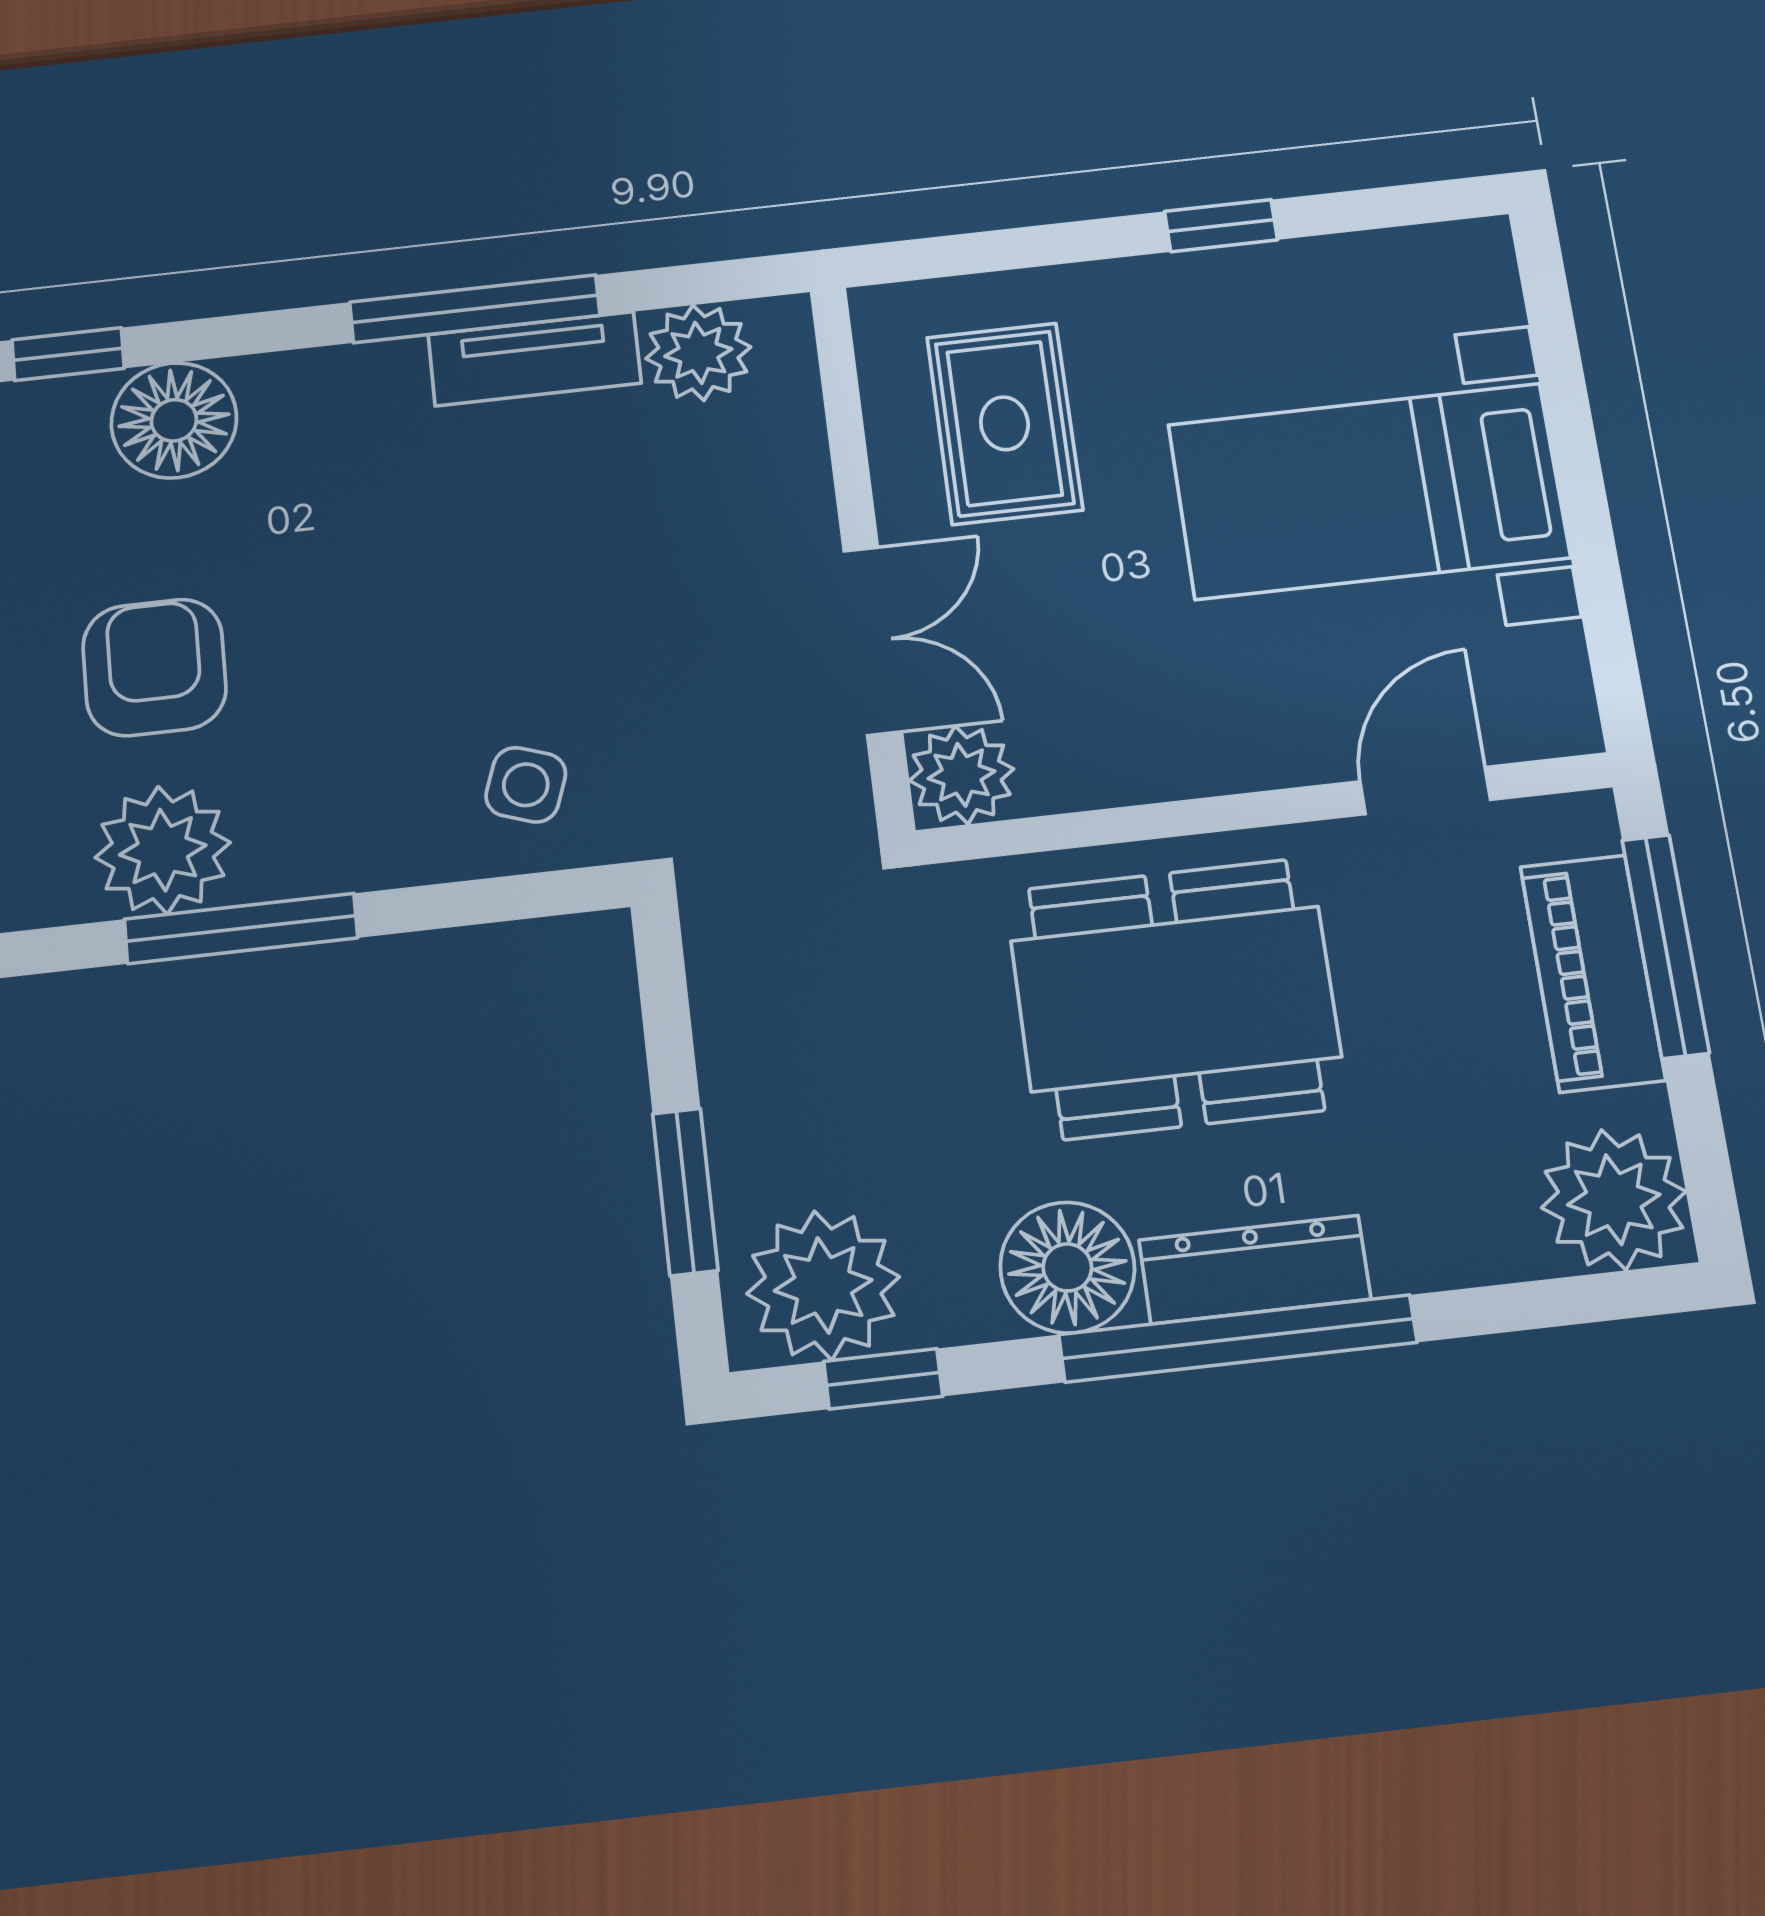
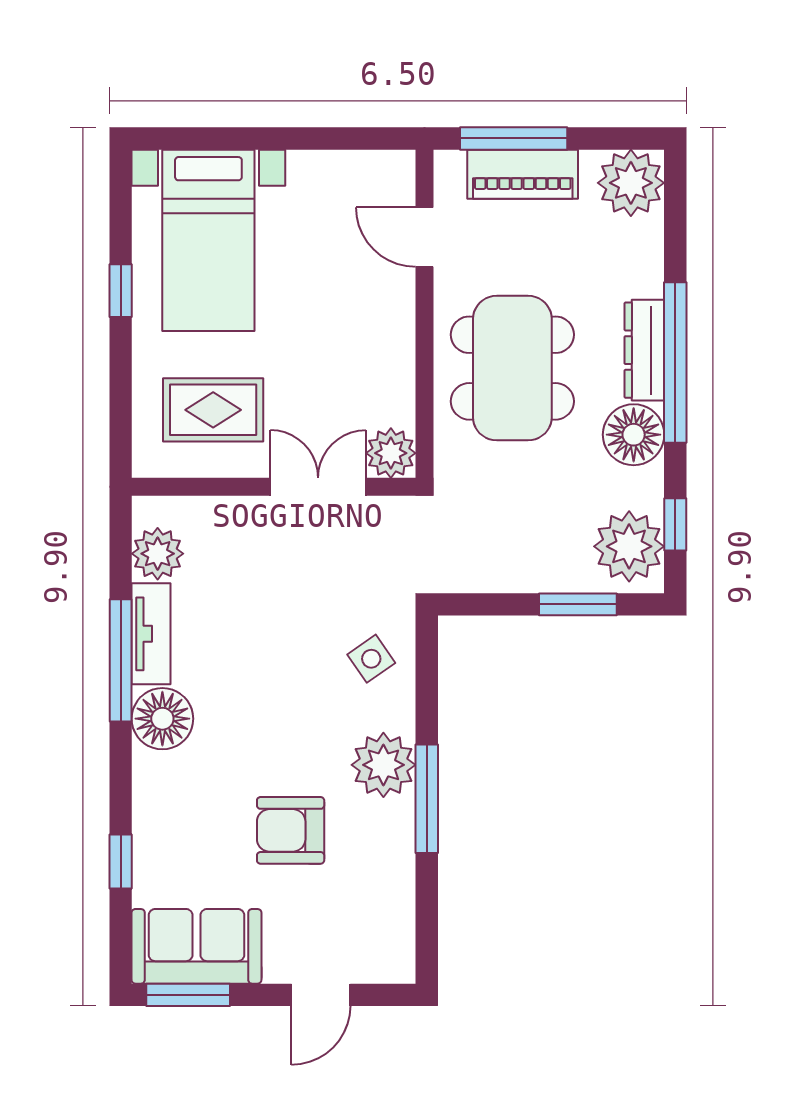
floor lamp: (174, 420) -> (162, 719), moved
bed with nightstands: (1368, 491) -> (208, 240), moved
side table: (526, 785) -> (371, 659), turned 36
plant: (163, 850) -> (383, 765), moved

